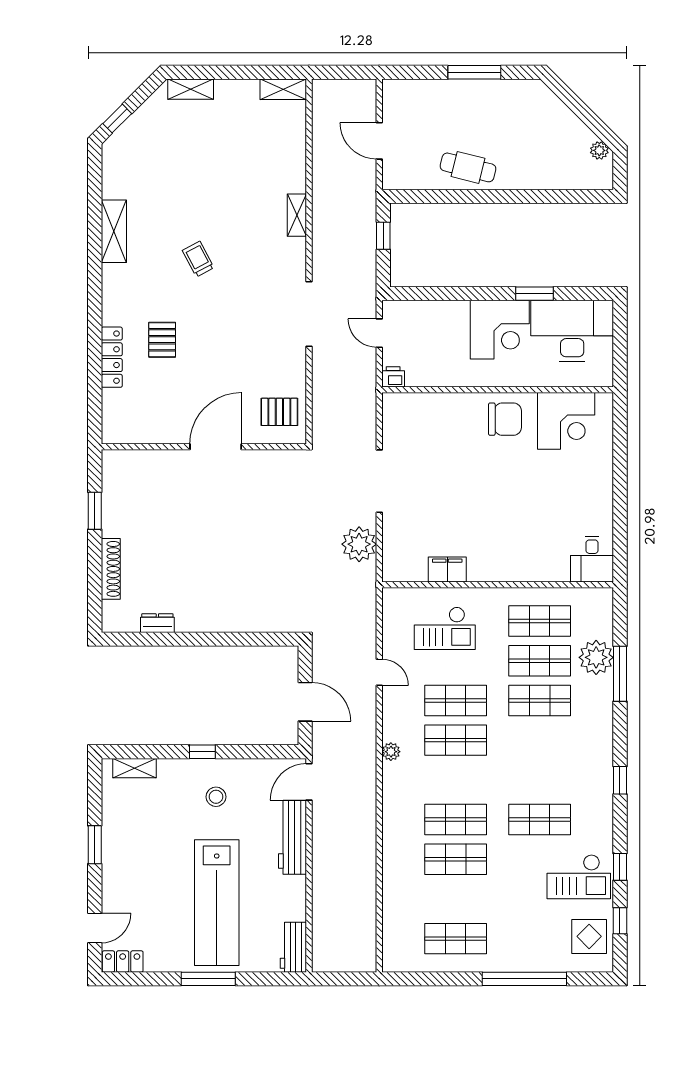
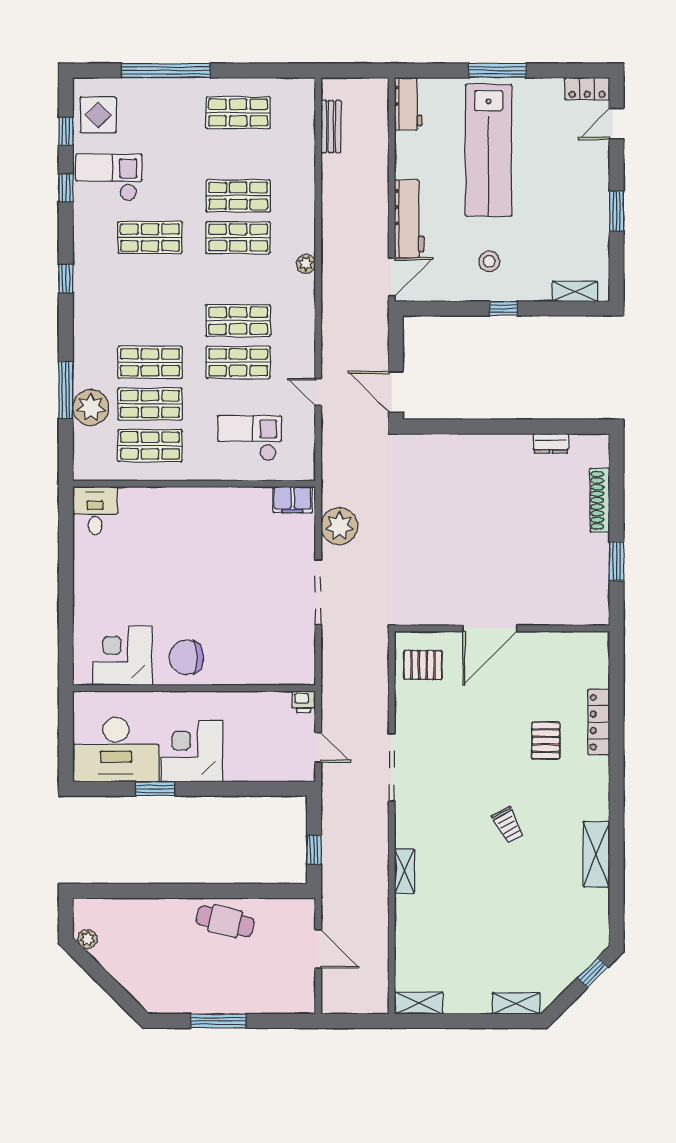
filing cabinet: (447, 570) -> (293, 500), moved
door: (305, 702) -> (396, 392), moved
plant: (391, 752) -> (306, 264), moved
lab bench: (217, 903) -> (489, 150), turned 180
bench: (367, 925) -> (331, 127), added

